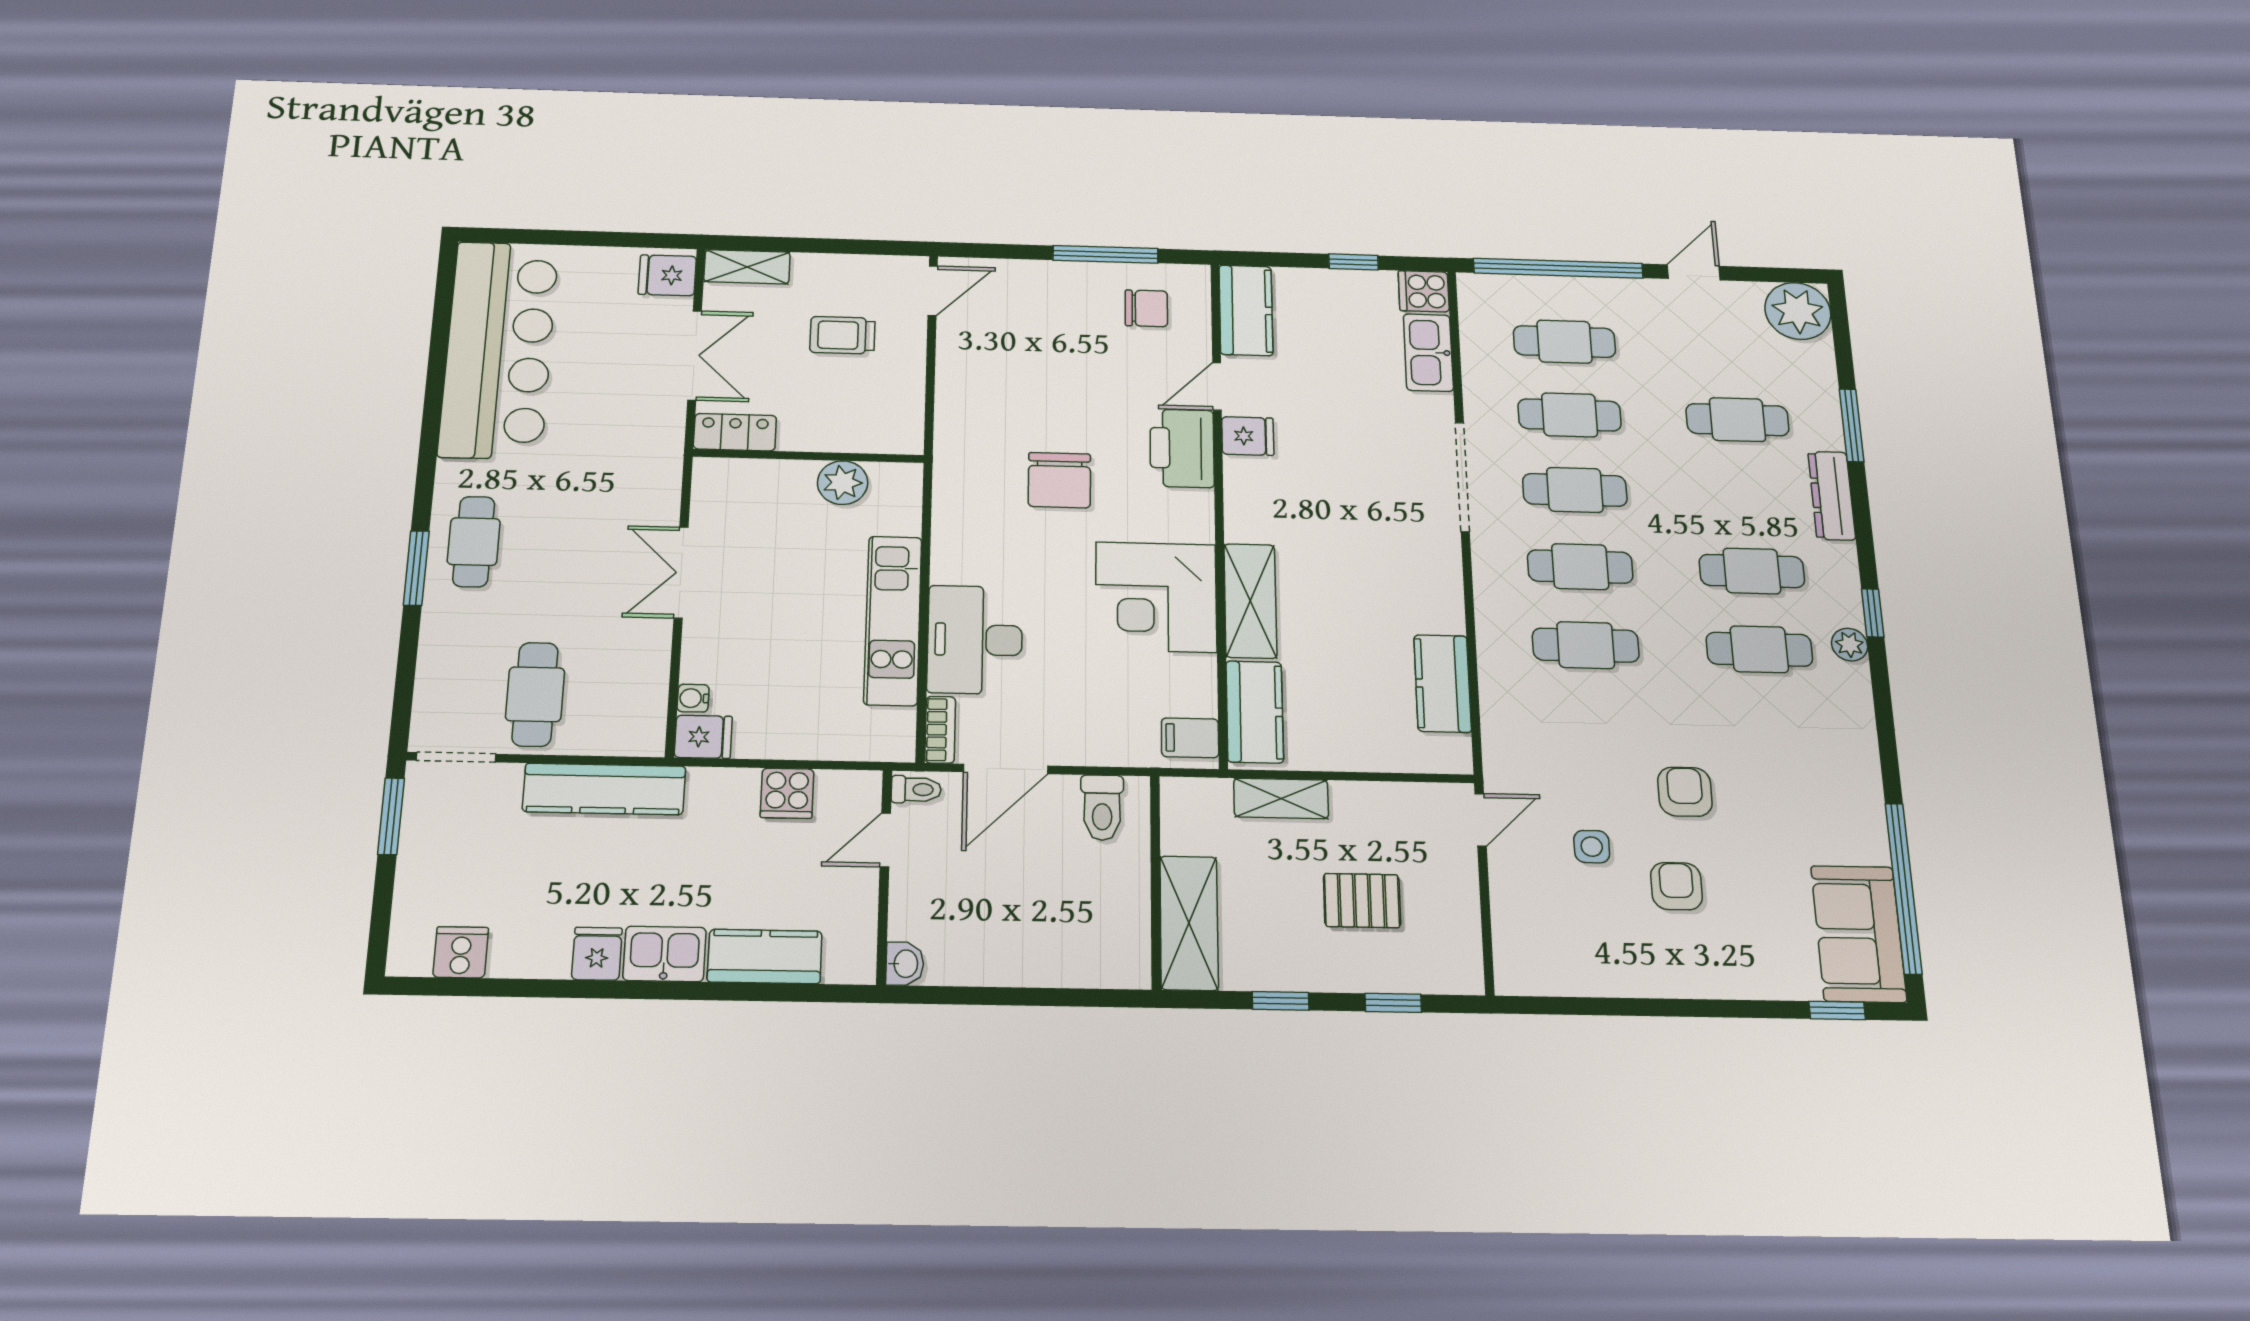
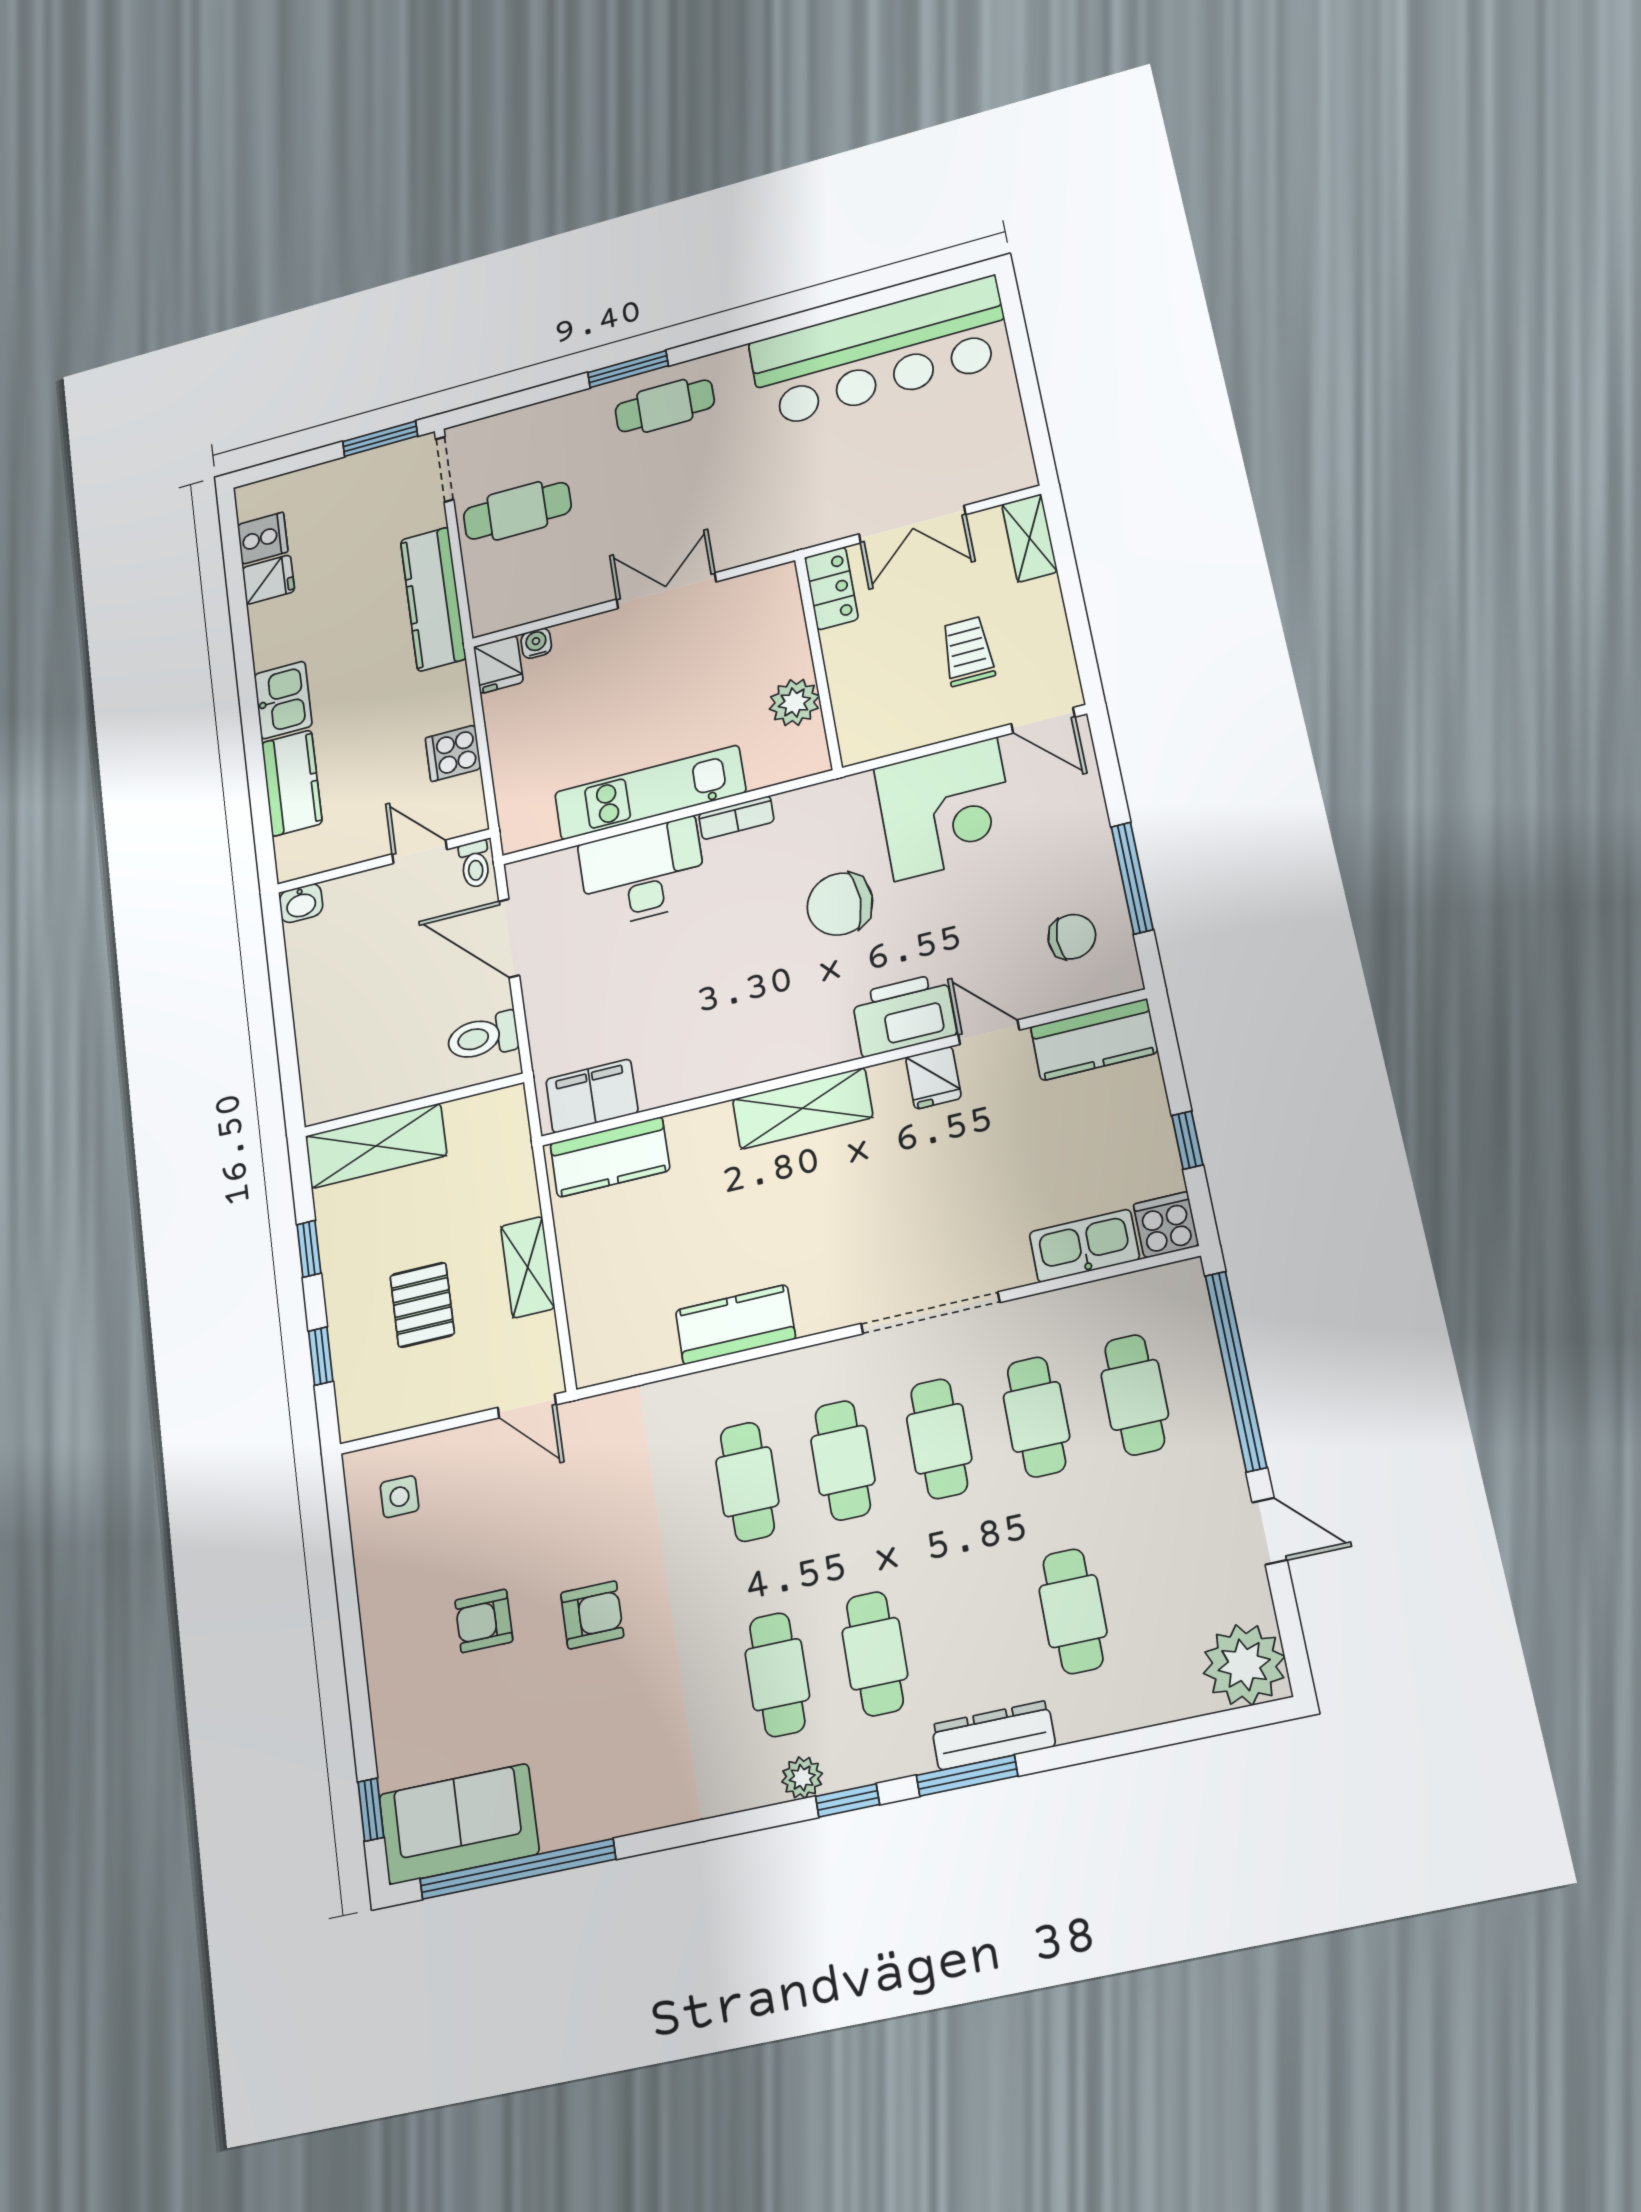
fridge: (667, 275) -> (1001, 469), removed
chair: (1146, 308) -> (1072, 937), turned -90
window: (1852, 425) -> (967, 1776), moved
corner desk: (1156, 597) -> (946, 809), moved, turned 180
shelving: (1250, 601) -> (802, 1108), moved
kitchen counter: (1442, 683) -> (735, 1325), moved
bookcase: (940, 730) -> (736, 818), moved
filing cabinet: (1190, 738) -> (592, 1096), width x2.00
shelving: (1281, 798) -> (528, 1267), moved
side table: (1592, 847) -> (399, 1497), moved
armchair: (1676, 886) -> (484, 1621), turned 180
fridge: (597, 954) -> (268, 580), moved

